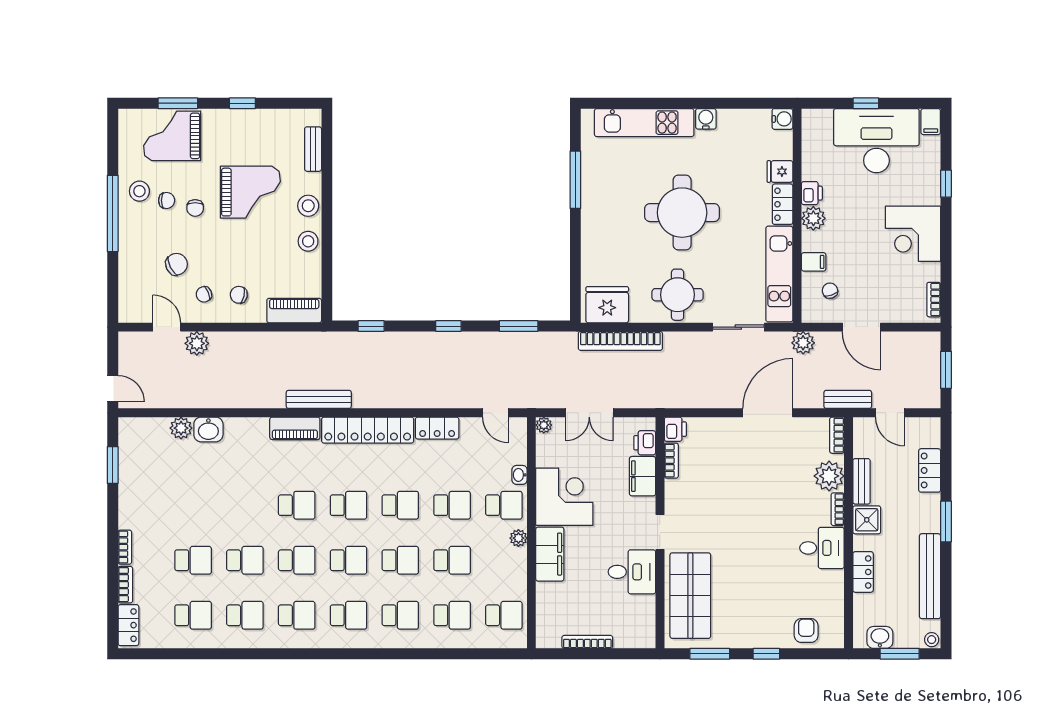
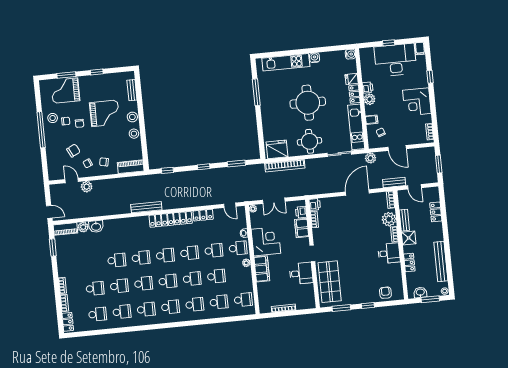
piano: (295, 428) -> (65, 229), moved
school desk: (245, 505) -> (117, 260), added
window: (946, 521) -> (446, 235), removed

